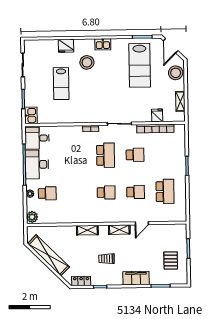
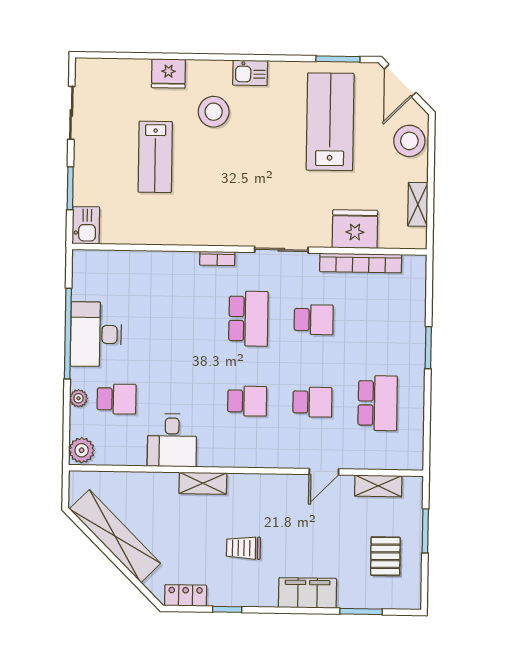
lab bench: (140, 65) -> (330, 122), turned 180
fridge: (157, 115) -> (355, 229), width x1.88, depth x1.34
desk: (37, 138) -> (172, 440), moved, turned -90
shelving: (119, 230) -> (378, 486), moved

